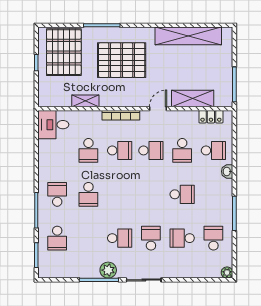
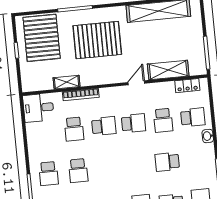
bookcase: (121, 115) -> (81, 95), moved
school desk: (57, 194) -> (49, 174), turned 180
school desk: (182, 194) -> (167, 162), turned 180

